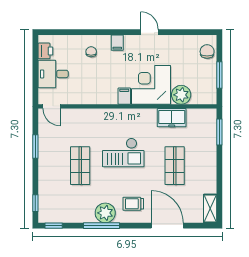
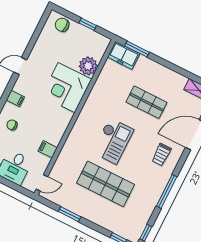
window: (219, 75) -> (88, 24), width x0.67
filing cabinet: (124, 96) -> (48, 149), moved
freezer: (172, 118) -> (124, 55), moved, turned 90
shop shelf: (80, 166) -> (106, 184), width x1.43, depth x1.36
plant: (105, 213) -> (157, 183), removed

